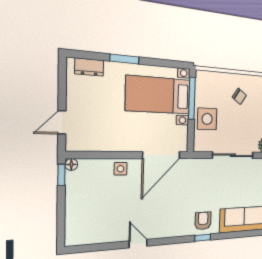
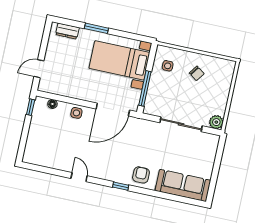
window: (192, 98) -> (145, 88), moved
side table: (207, 119) -> (168, 66), moved, width x0.54, depth x0.54
floor lamp: (71, 164) -> (52, 104), moved
window: (203, 238) -> (121, 186), moved

